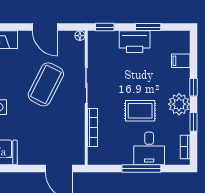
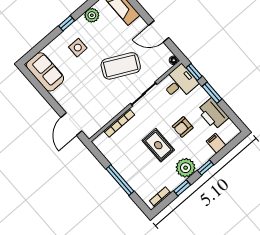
door: (45, 27) -> (159, 31), hinge flipped
window: (148, 27) -> (212, 93), moved
printer: (135, 42) -> (213, 114), moved
armchair: (143, 77) -> (183, 127), added
desk: (149, 148) -> (179, 83), moved, turned 180

